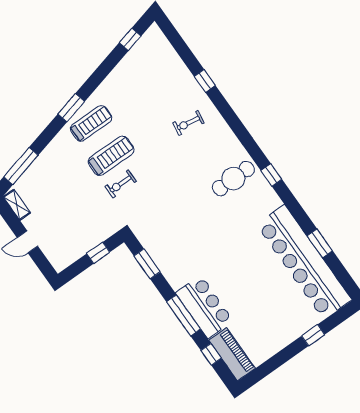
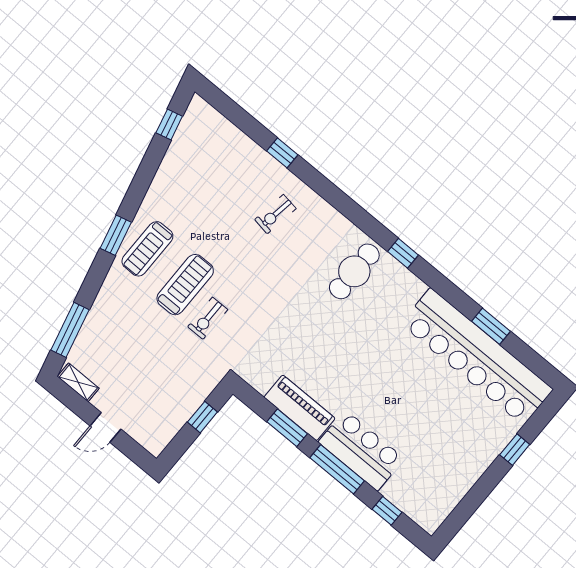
treadmill: (91, 123) -> (147, 249), turned 180
window: (147, 264) -> (287, 428), moved
piano: (232, 354) -> (299, 408), moved

